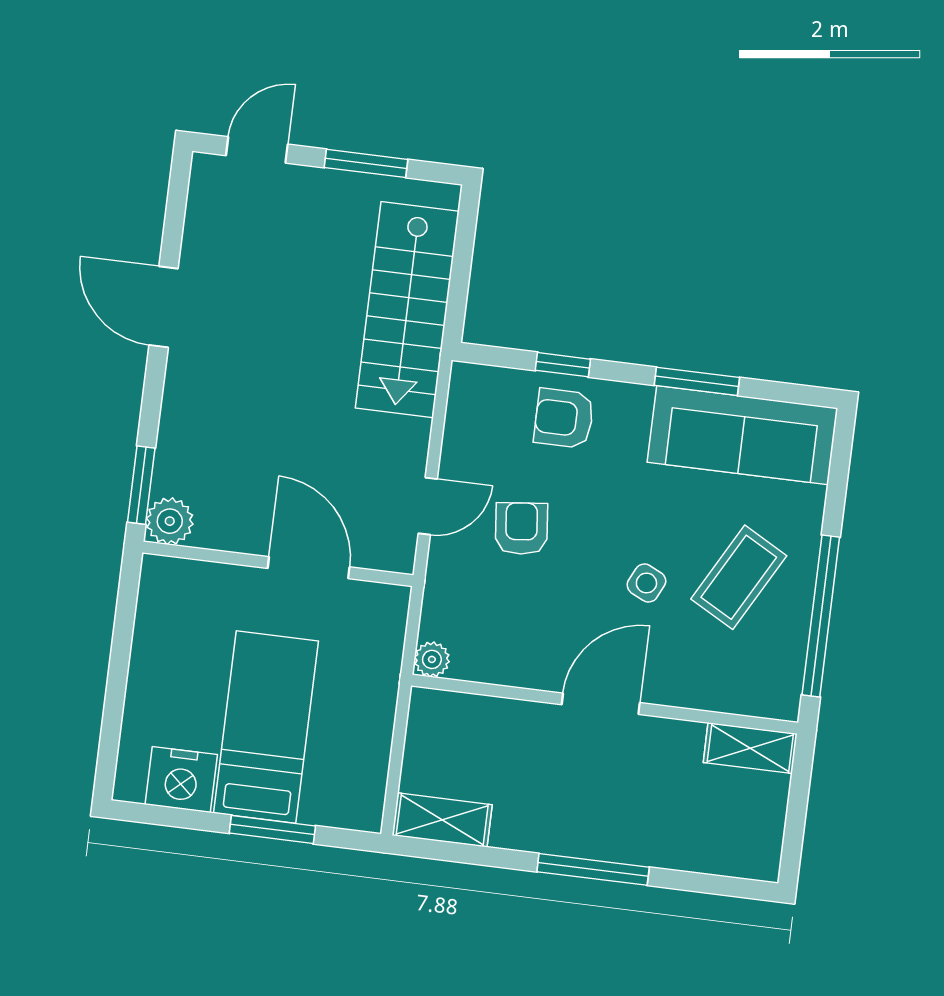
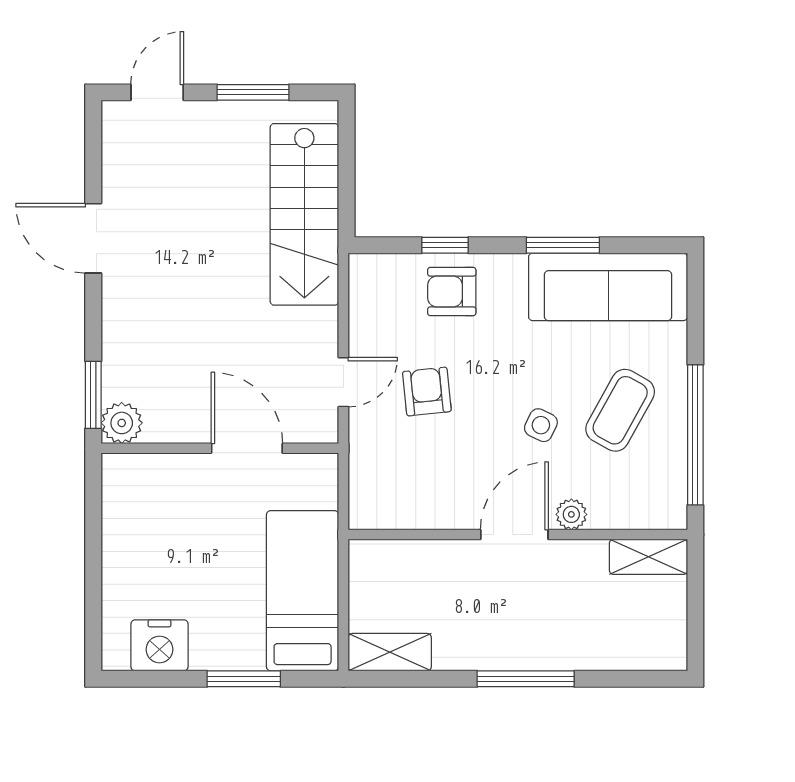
plant: (432, 659) -> (571, 514), moved
bed: (266, 727) -> (303, 591), moved

